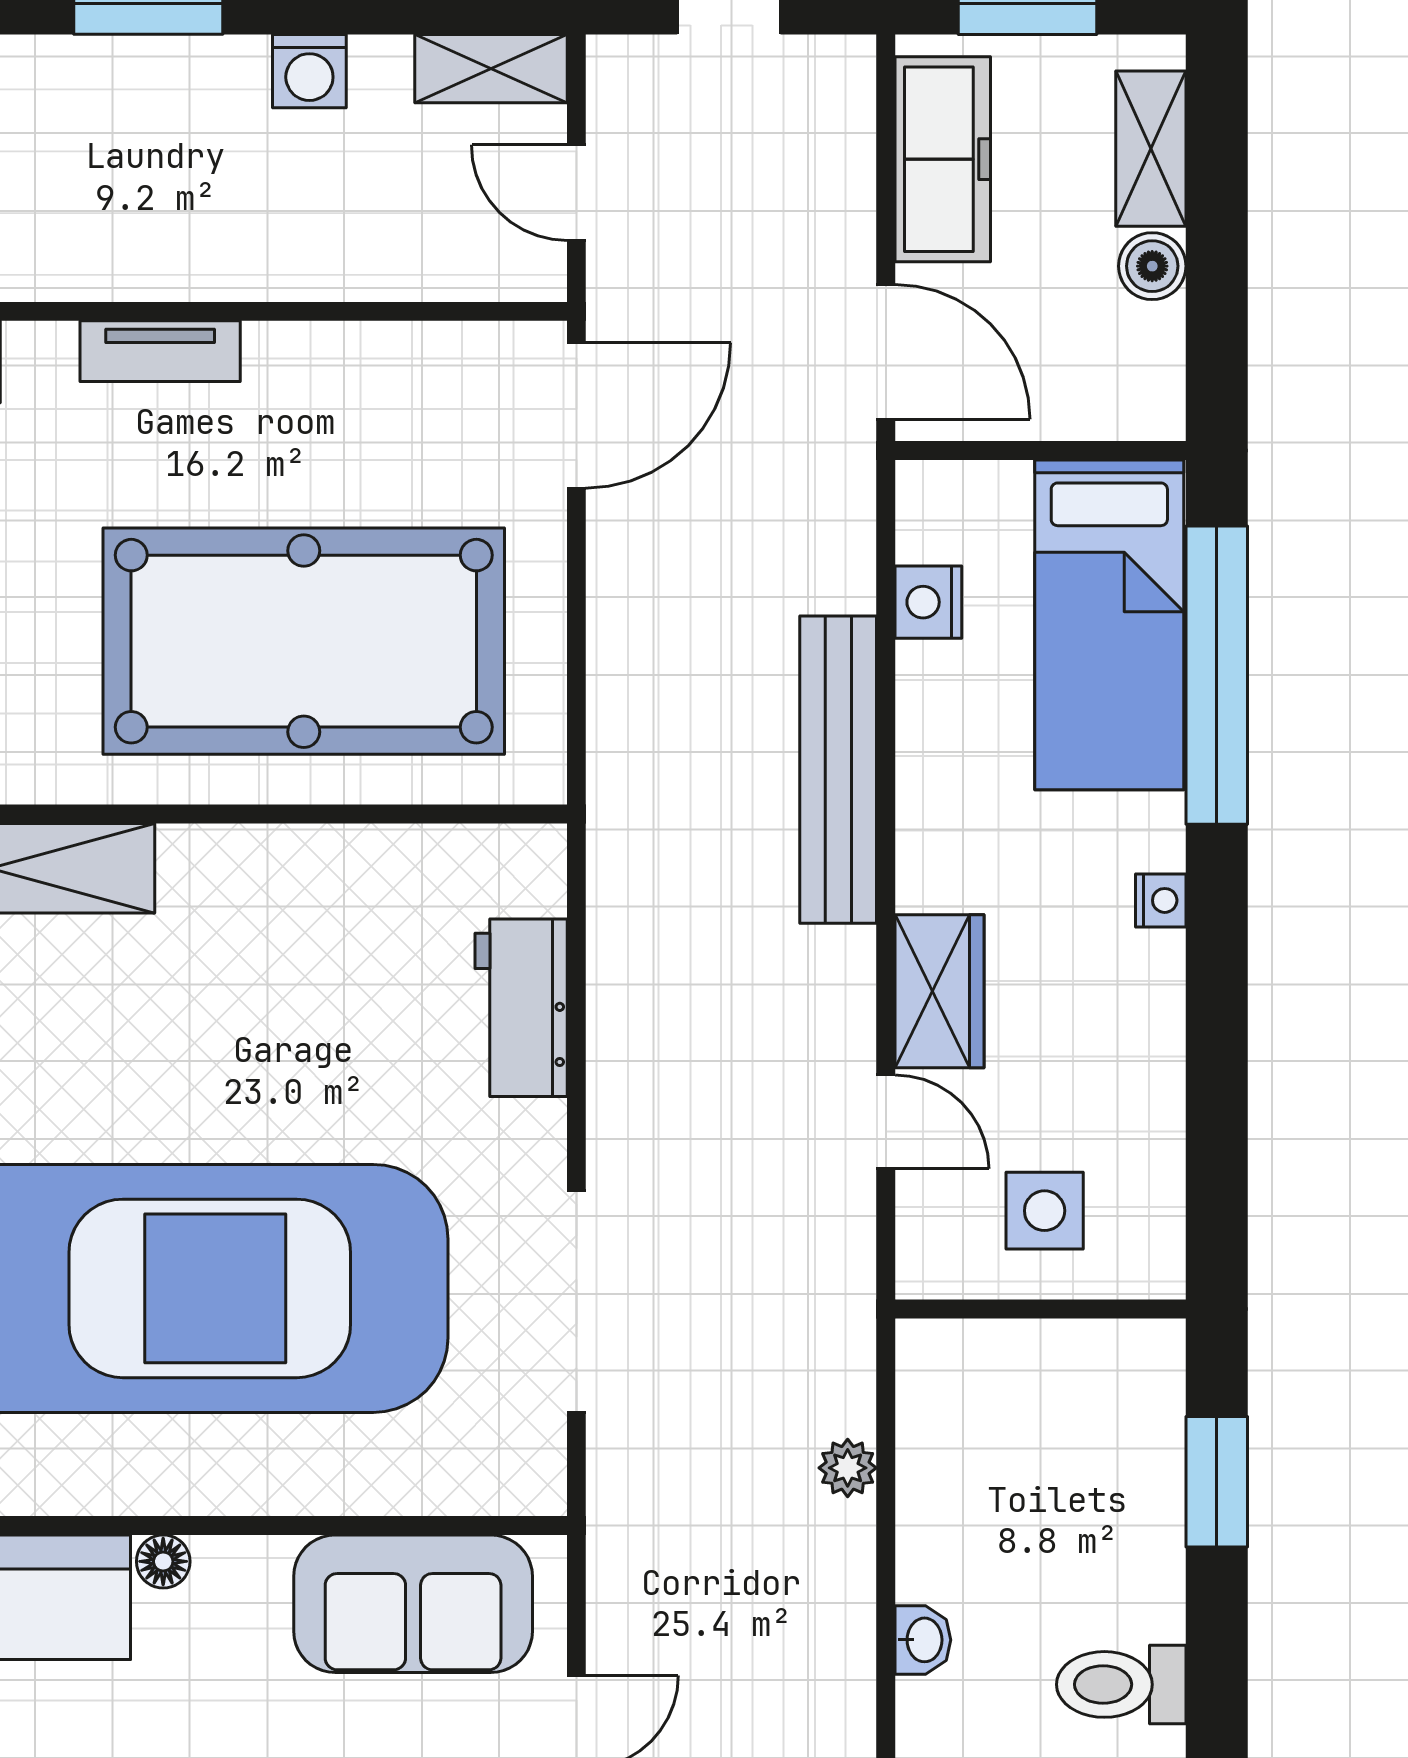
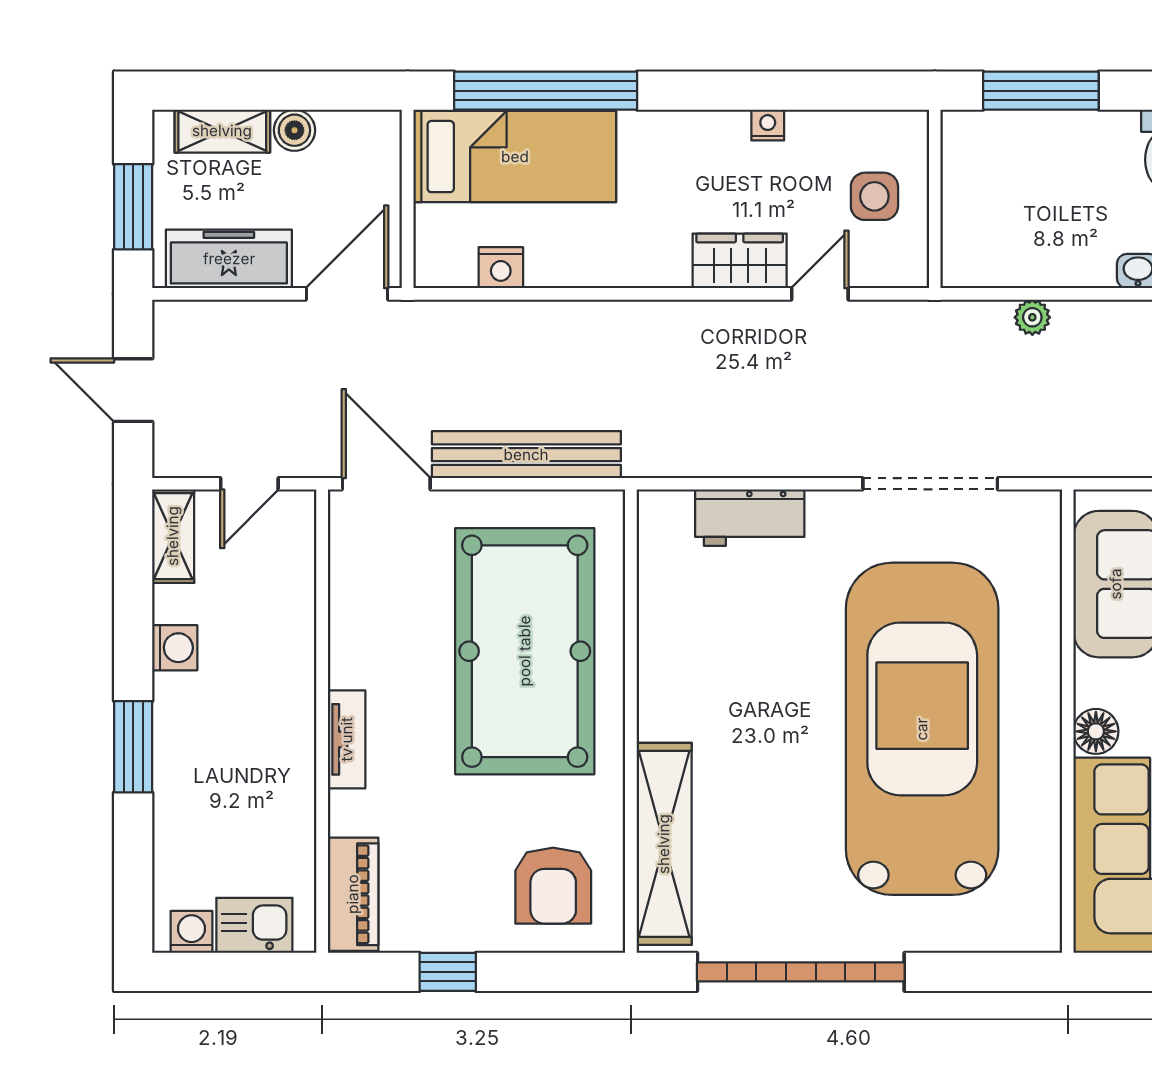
bench: (838, 770) -> (526, 455), moved
nightstand: (1161, 900) -> (768, 125), moved
window: (1217, 1482) -> (1041, 91), width x1.44
floor lamp: (163, 1561) -> (1096, 731), width x1.37, depth x1.37

